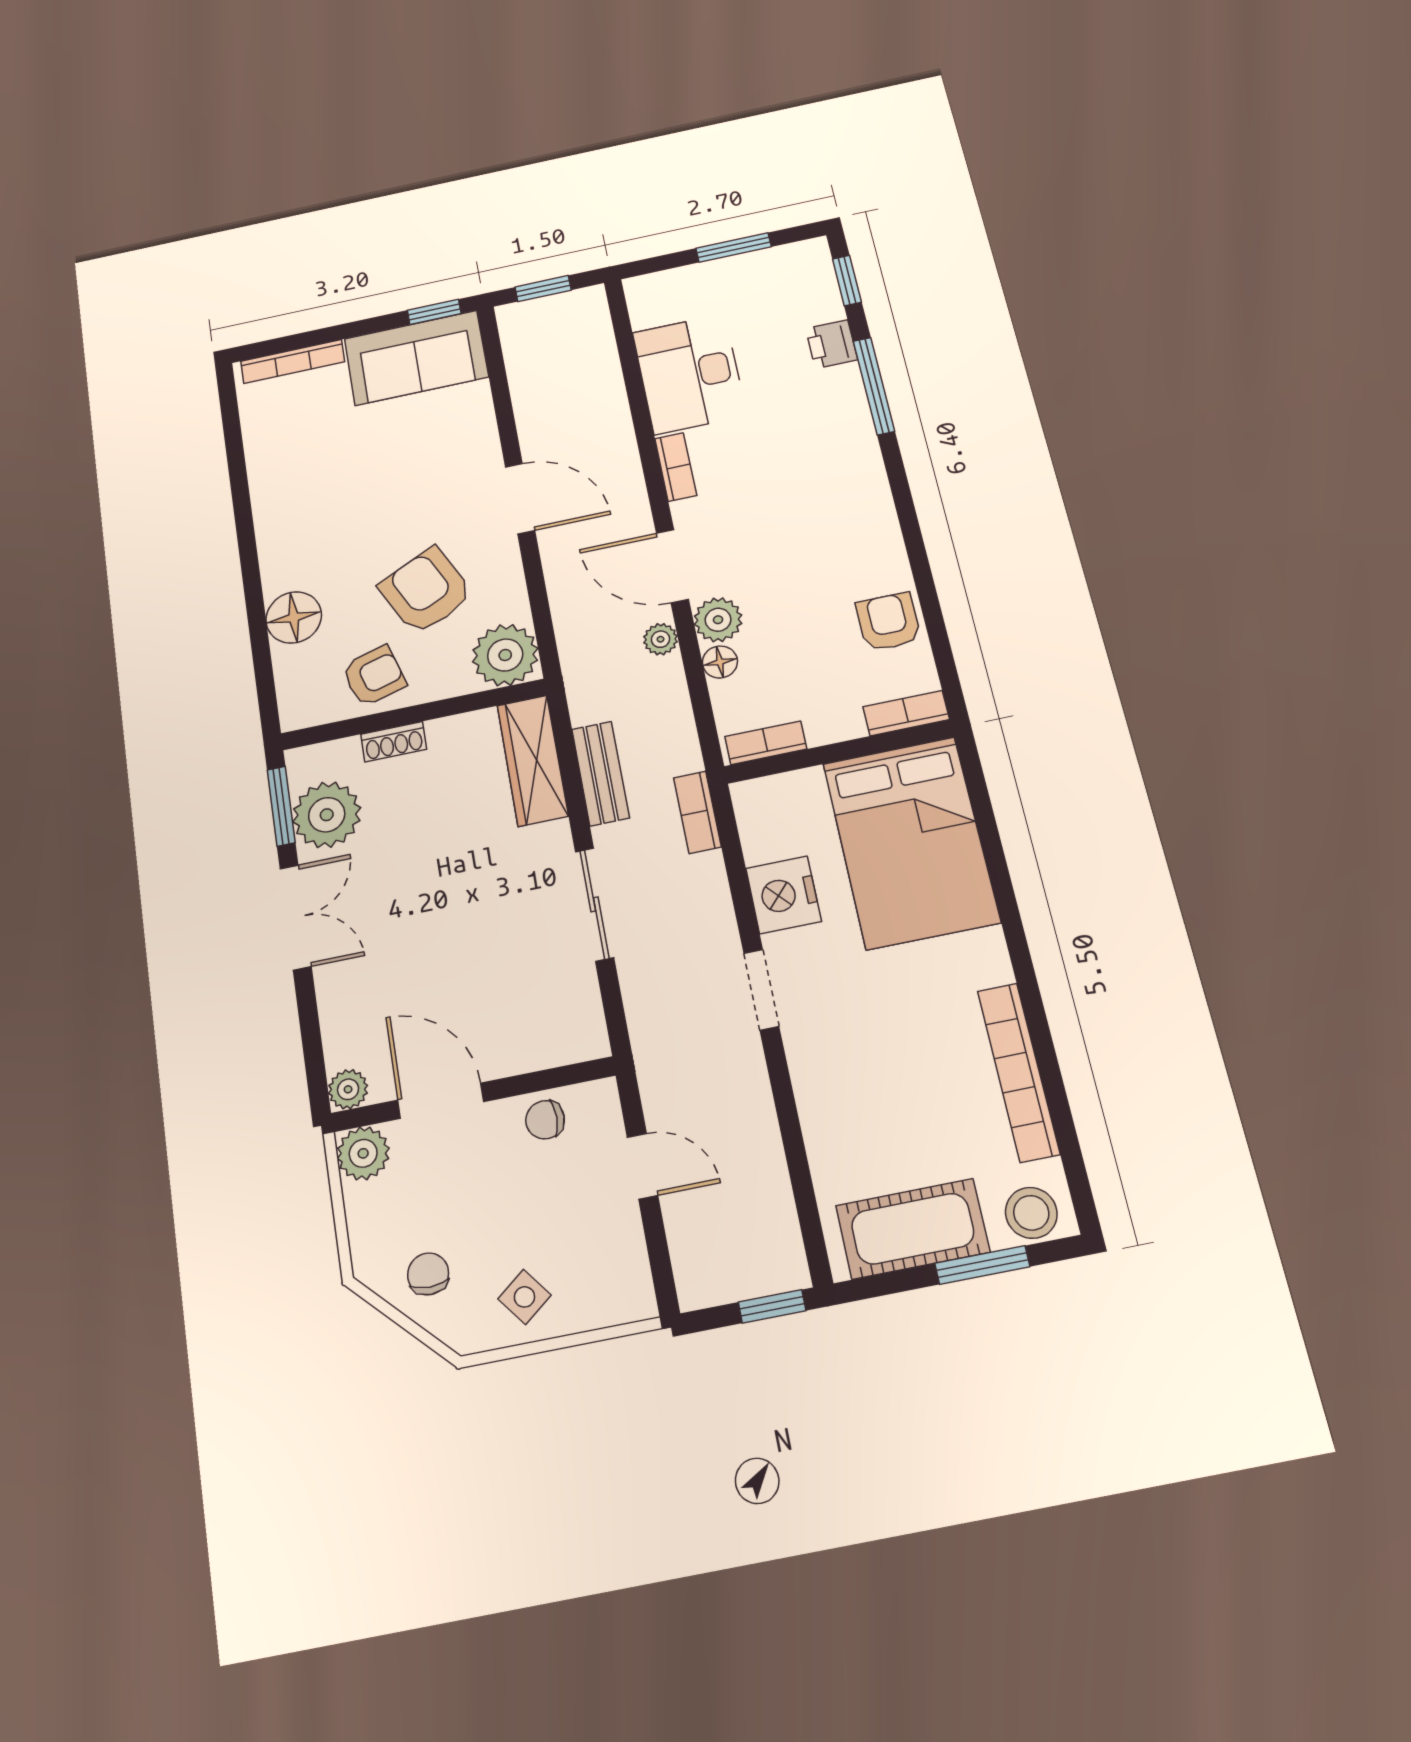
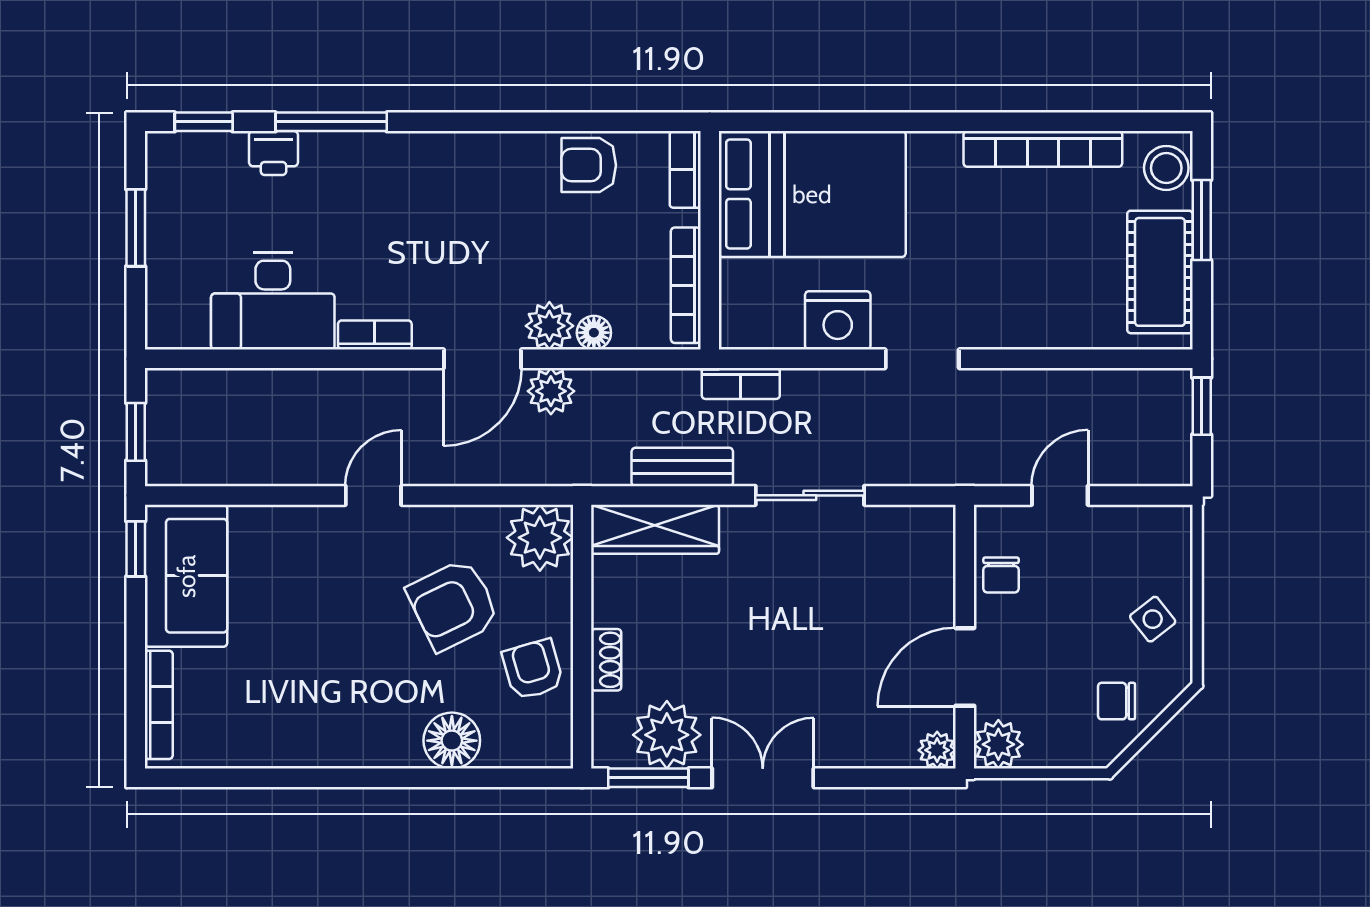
door: (520, 499) -> (373, 495), width x0.73
plant: (660, 639) -> (551, 391), width x1.38, depth x1.38
bookcase: (766, 743) -> (686, 285), width x1.56

